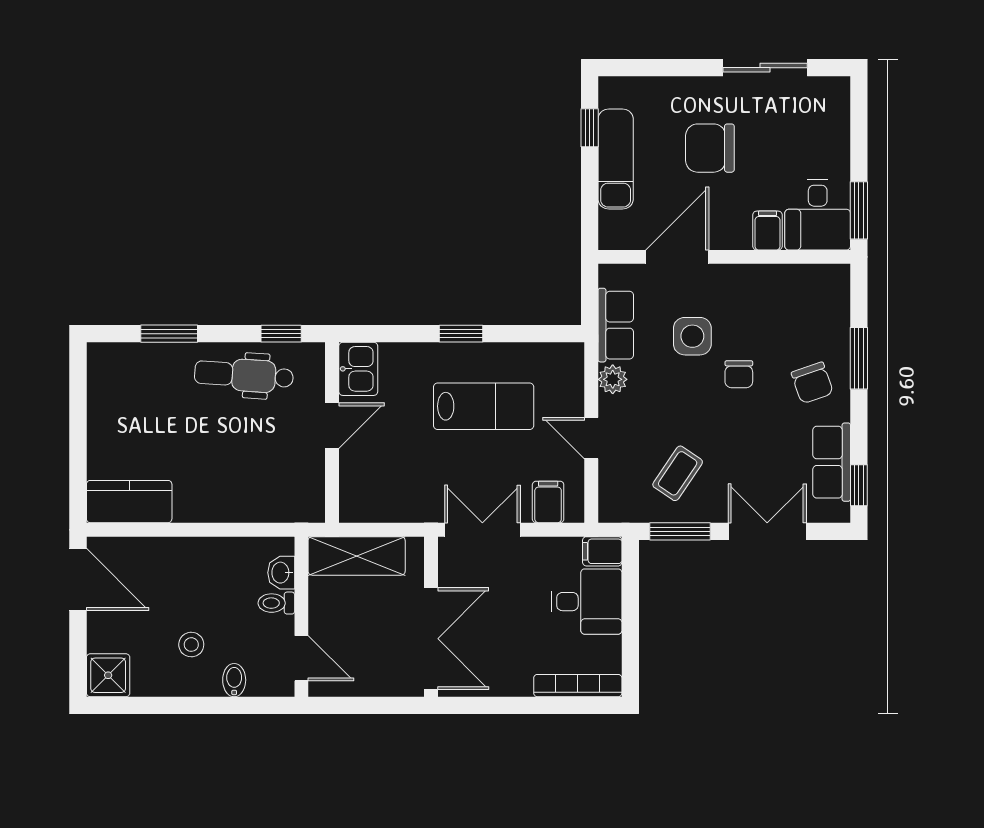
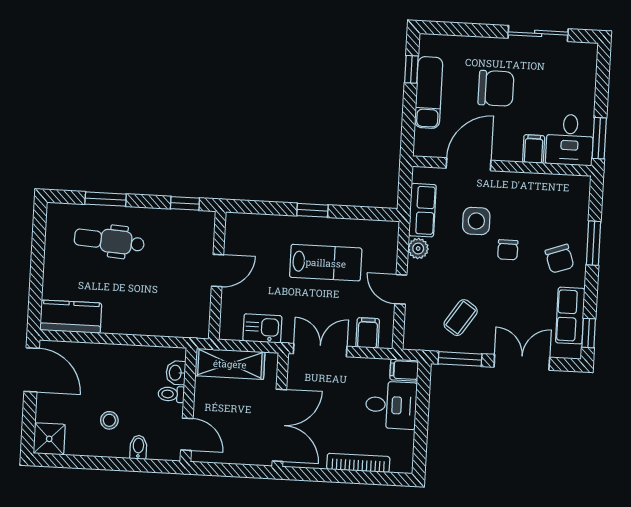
chair: (710, 148) -> (496, 88), turned 180
kitchen sink: (358, 369) -> (262, 328), moved, turned -90
dental chair: (244, 375) -> (109, 241), moved
bookcase: (578, 686) -> (358, 463), moved

